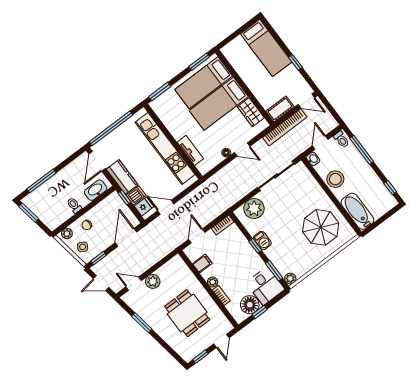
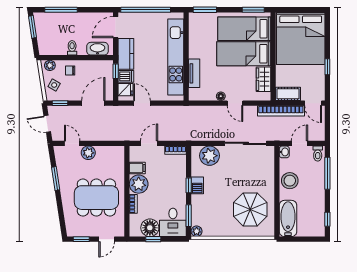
bed: (266, 48) -> (301, 38), width x2.04
plant: (213, 282) -> (139, 184), width x1.88, depth x1.88
dining table: (187, 313) -> (96, 198), width x1.37

